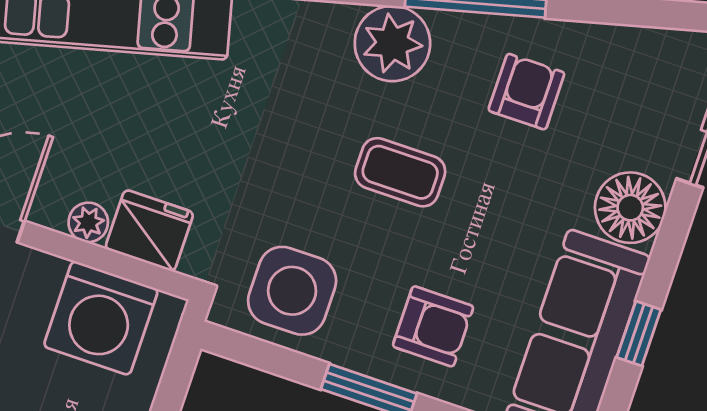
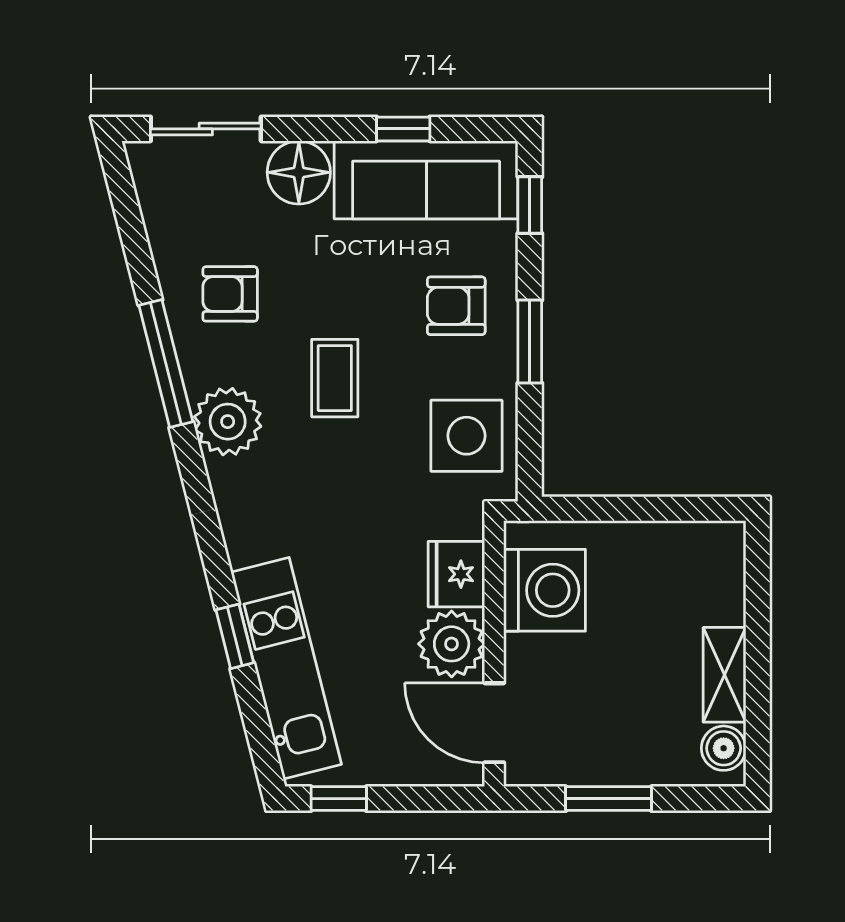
plant: (88, 222) -> (452, 644), width x1.88, depth x1.88
armchair: (433, 326) -> (456, 306), turned -90

